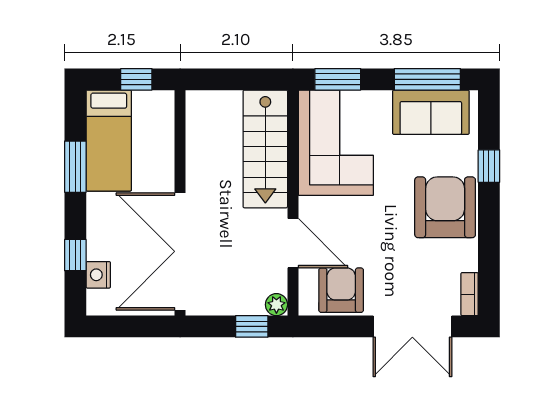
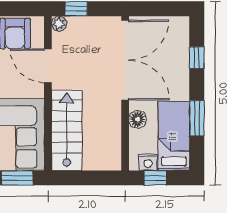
floor lamp: (162, 165) -> (138, 119), added
nightstand: (98, 275) -> (148, 162), moved, turned 90

